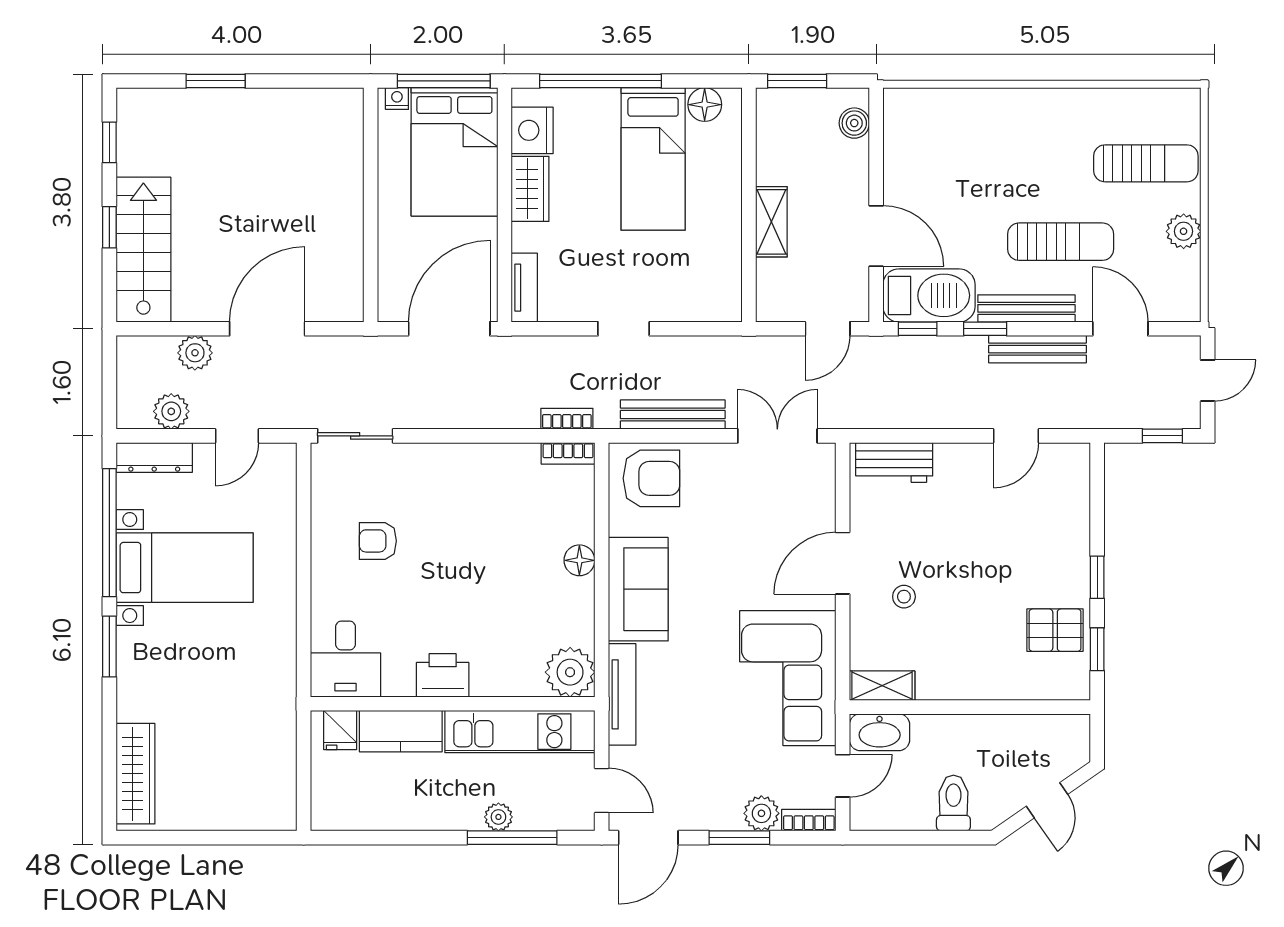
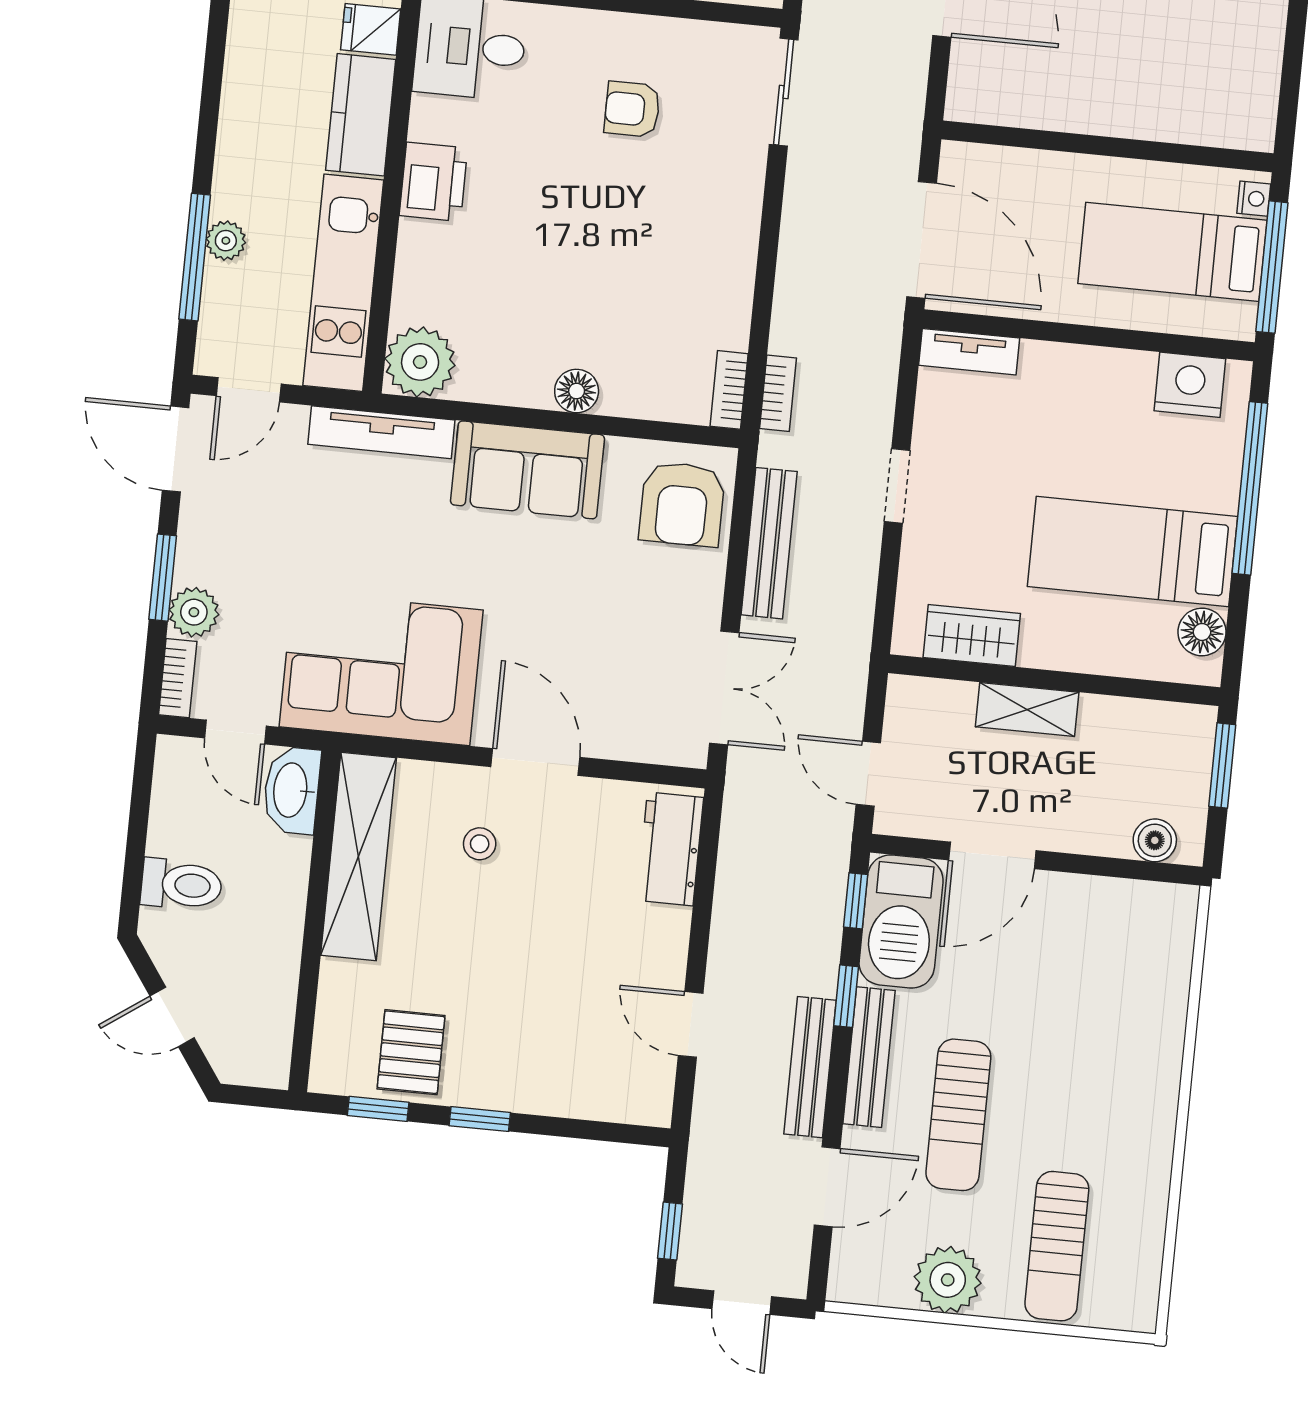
bed: (454, 152) -> (1172, 252), width x0.67
wardrobe: (530, 189) -> (972, 635), moved, turned 180
plant: (1184, 231) -> (948, 1280), width x1.36, depth x1.36
armchair: (378, 541) -> (632, 109), turned -90
shelving: (882, 686) -> (358, 856), width x2.20, depth x1.33

